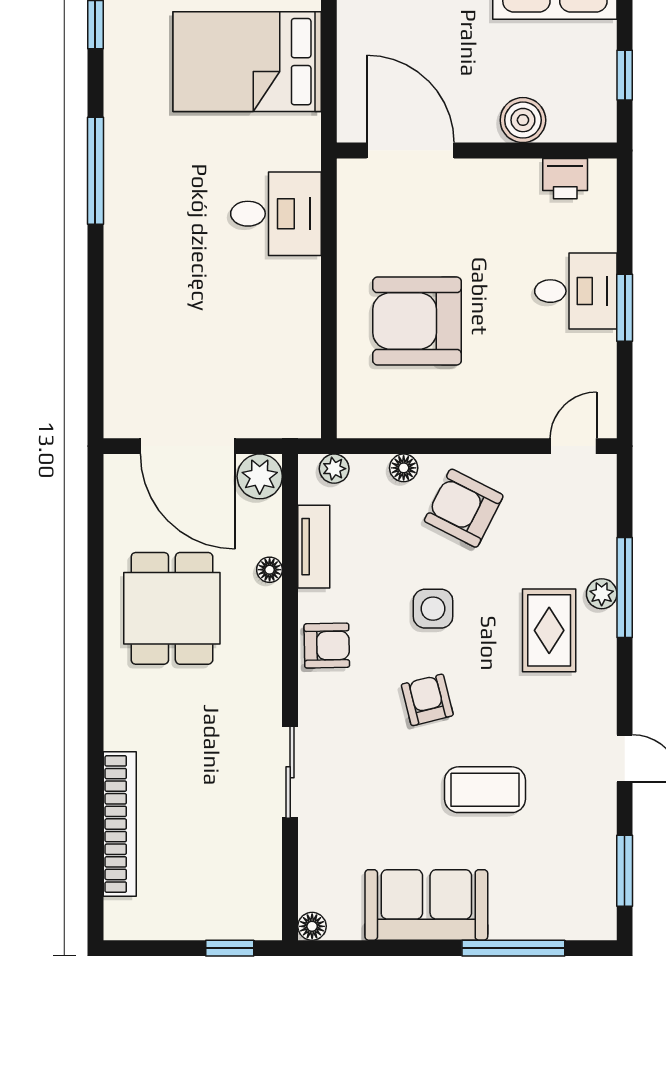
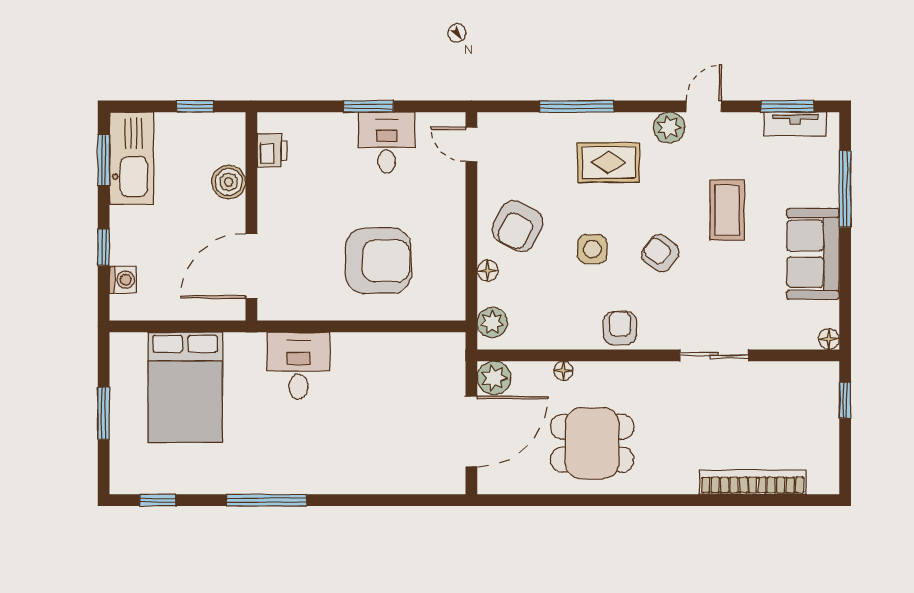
desk: (576, 291) -> (387, 143), moved
armchair: (417, 321) -> (378, 261), turned -90
plant: (334, 469) -> (492, 323), width x1.38, depth x1.38
tv unit: (314, 547) -> (795, 124), moved, turned 180
plant: (602, 594) -> (669, 128), moved, width x1.38, depth x1.38
armchair: (427, 700) -> (660, 253), turned 51

